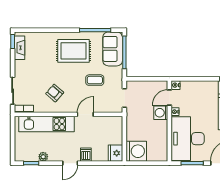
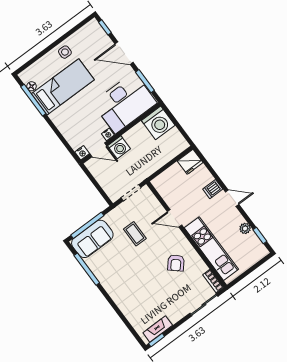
rug: (74, 51) -> (122, 275), removed
washing machine: (136, 151) -> (158, 123), moved, turned 180

